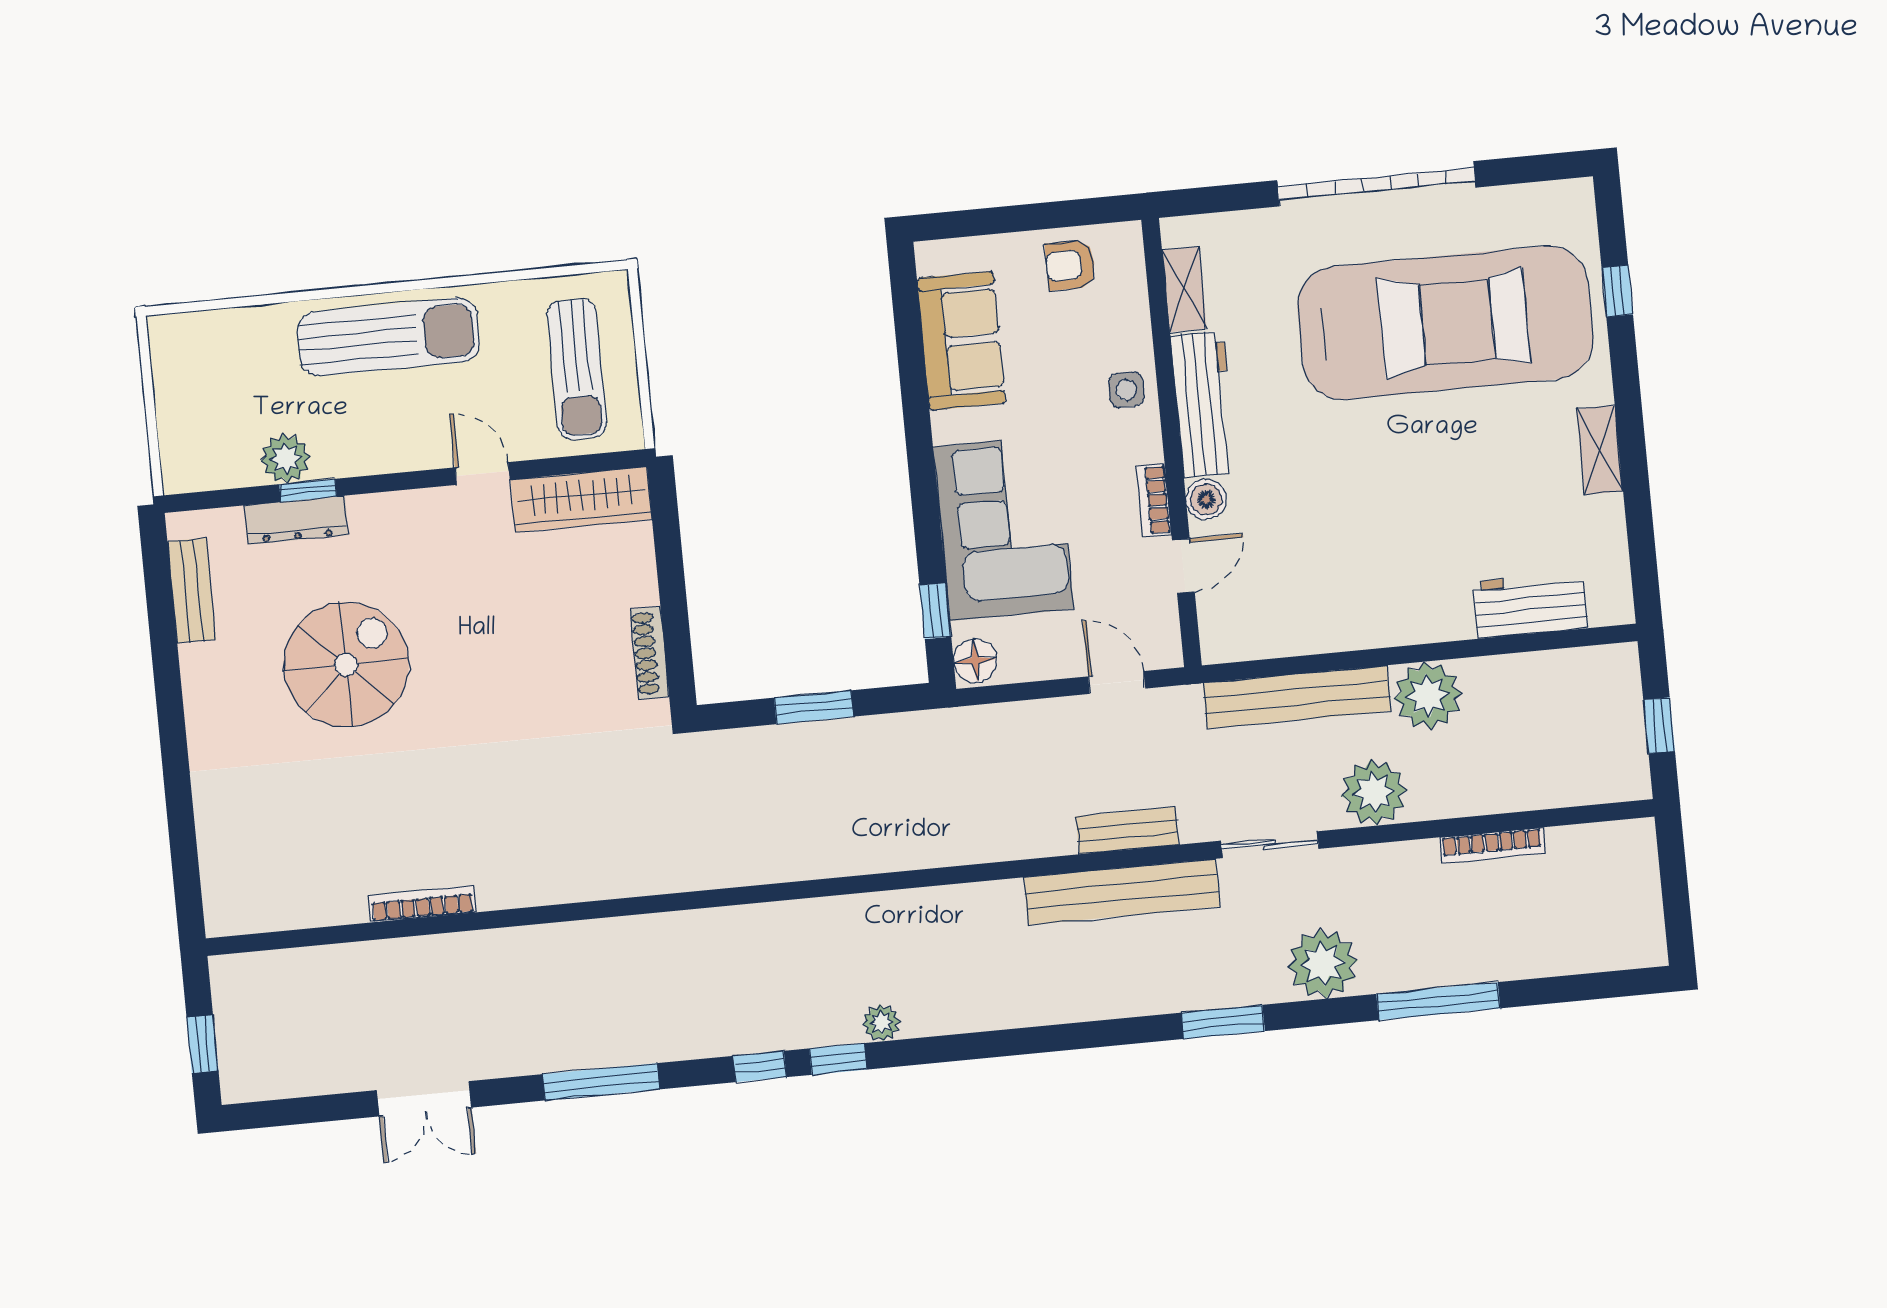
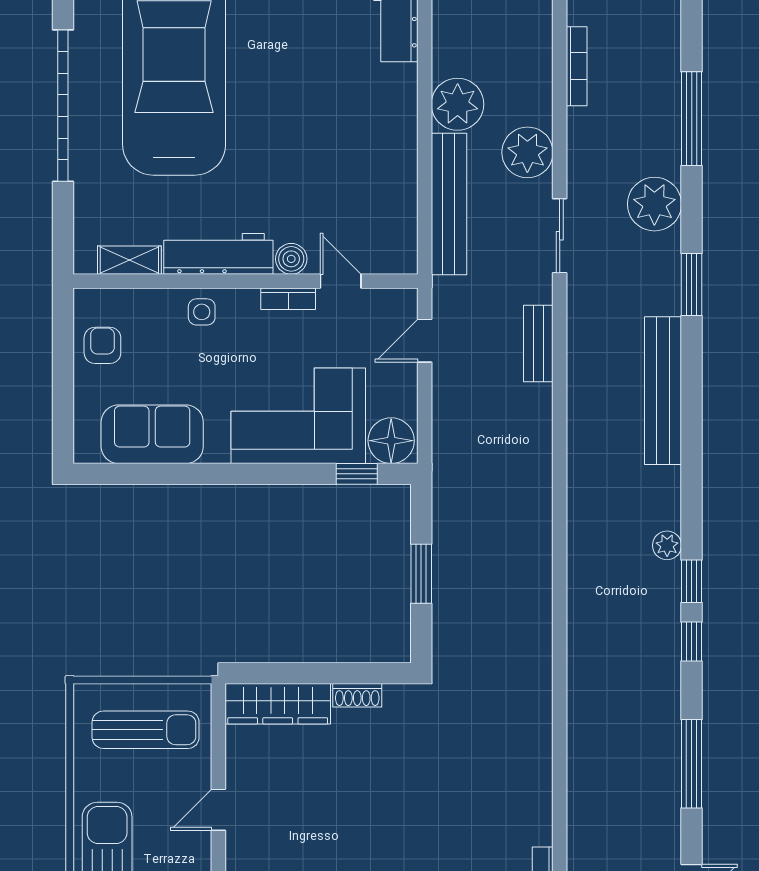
armchair: (1070, 265) -> (102, 345), turned 180
wardrobe: (581, 499) -> (278, 704), moved, turned 90
shoe rack: (650, 653) -> (357, 695), width x0.70
floor lamp: (975, 661) -> (391, 441), width x1.38, depth x1.38
bench: (1122, 892) -> (663, 391), moved

